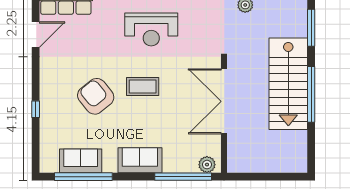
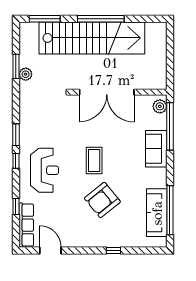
reception desk: (151, 30) -> (45, 170), moved
stairs: (288, 84) -> (92, 38), width x1.36
sofa: (140, 160) -> (156, 149), moved
sofa: (81, 161) -> (157, 213), width x1.36

